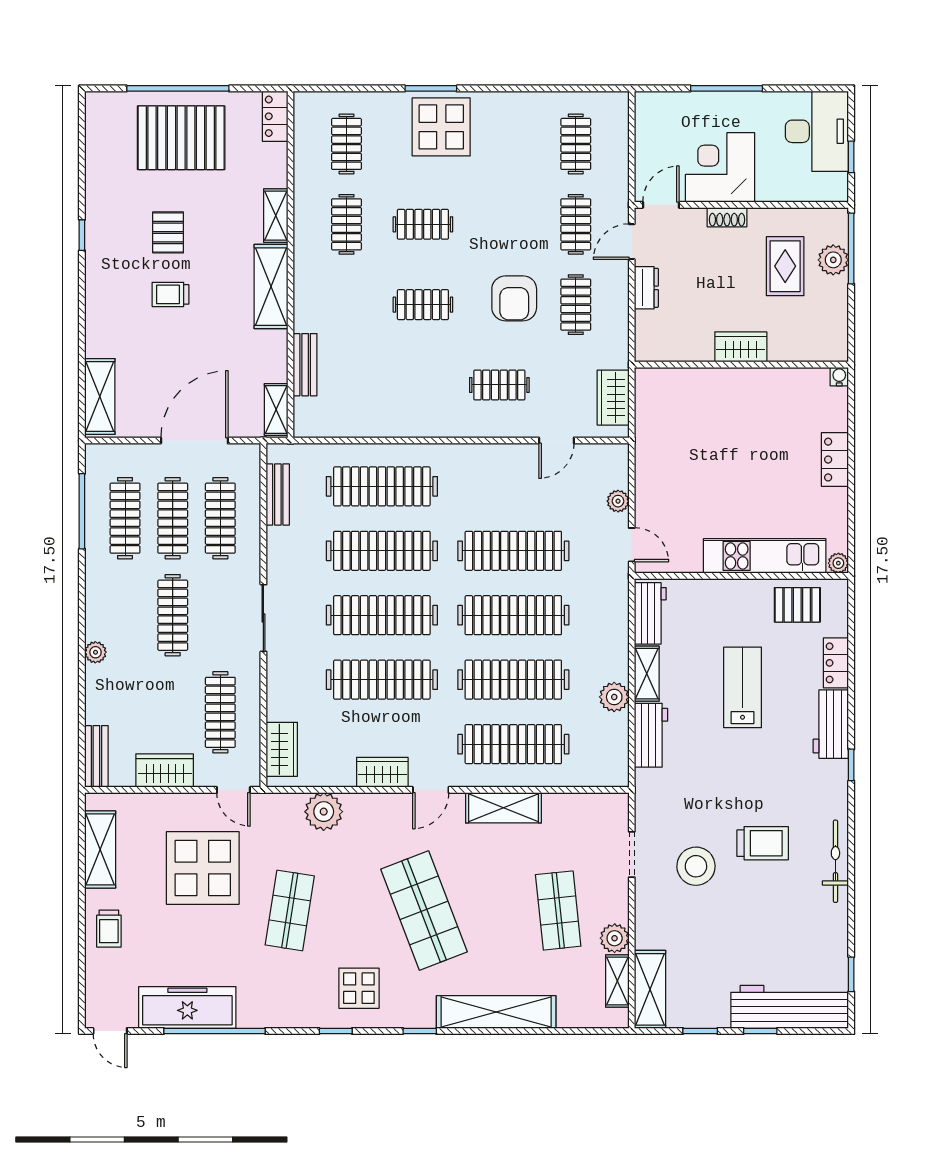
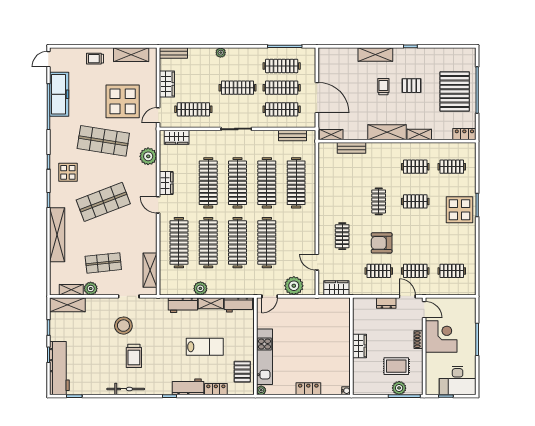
clothes rail: (423, 224) -> (415, 201), turned 90
shelving: (100, 397) -> (375, 55), moved
plant: (618, 501) -> (294, 286), width x1.87, depth x1.87
shelving: (503, 808) -> (150, 270), moved
shop shelf: (290, 910) -> (103, 141), width x1.43, depth x1.36

